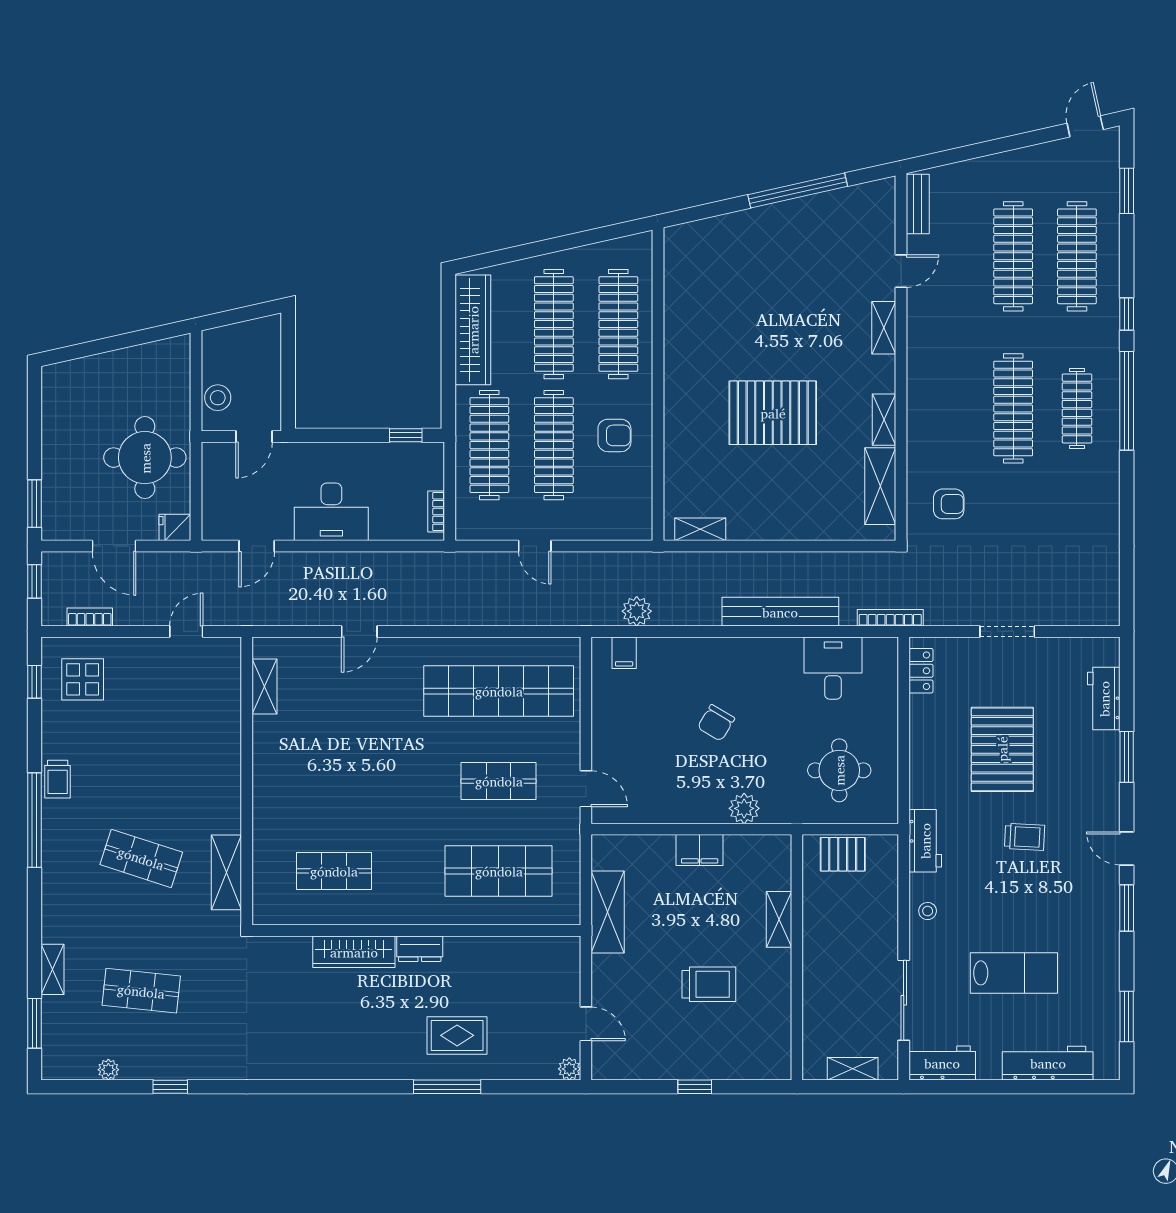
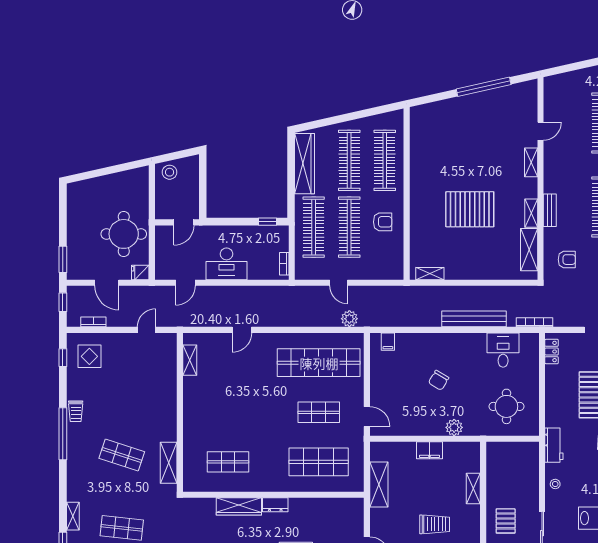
bench: (918, 204) -> (550, 210), moved
stool: (218, 398) -> (170, 172), moved
plant: (637, 611) -> (349, 319), moved
pallet: (843, 854) -> (506, 521), moved, turned 90

